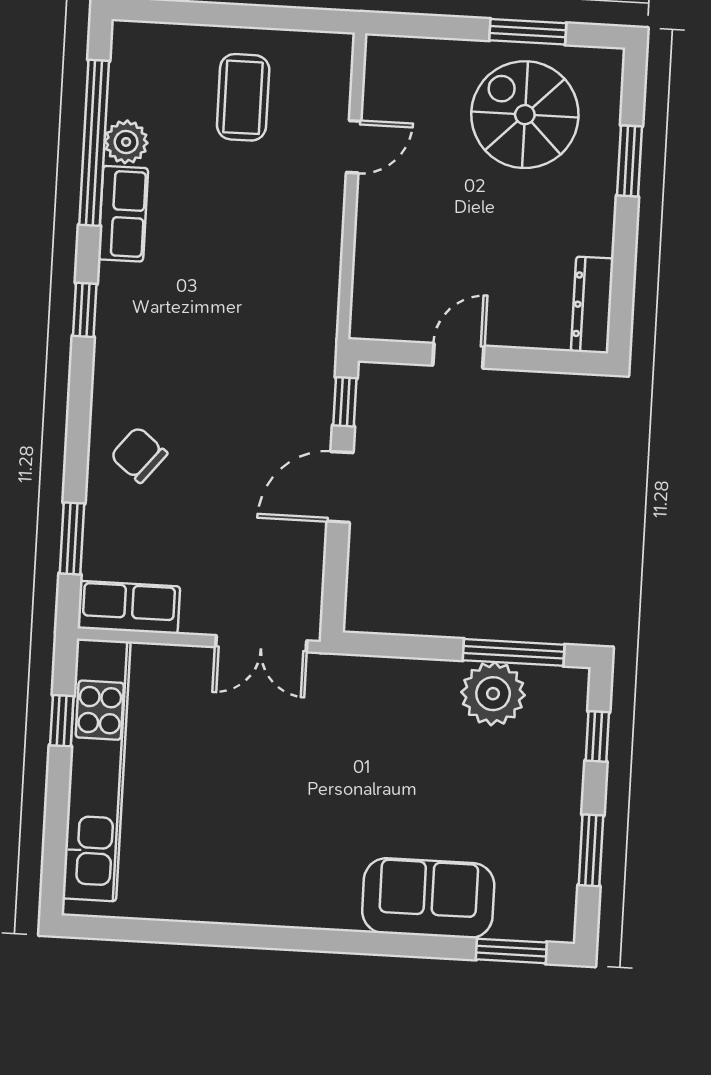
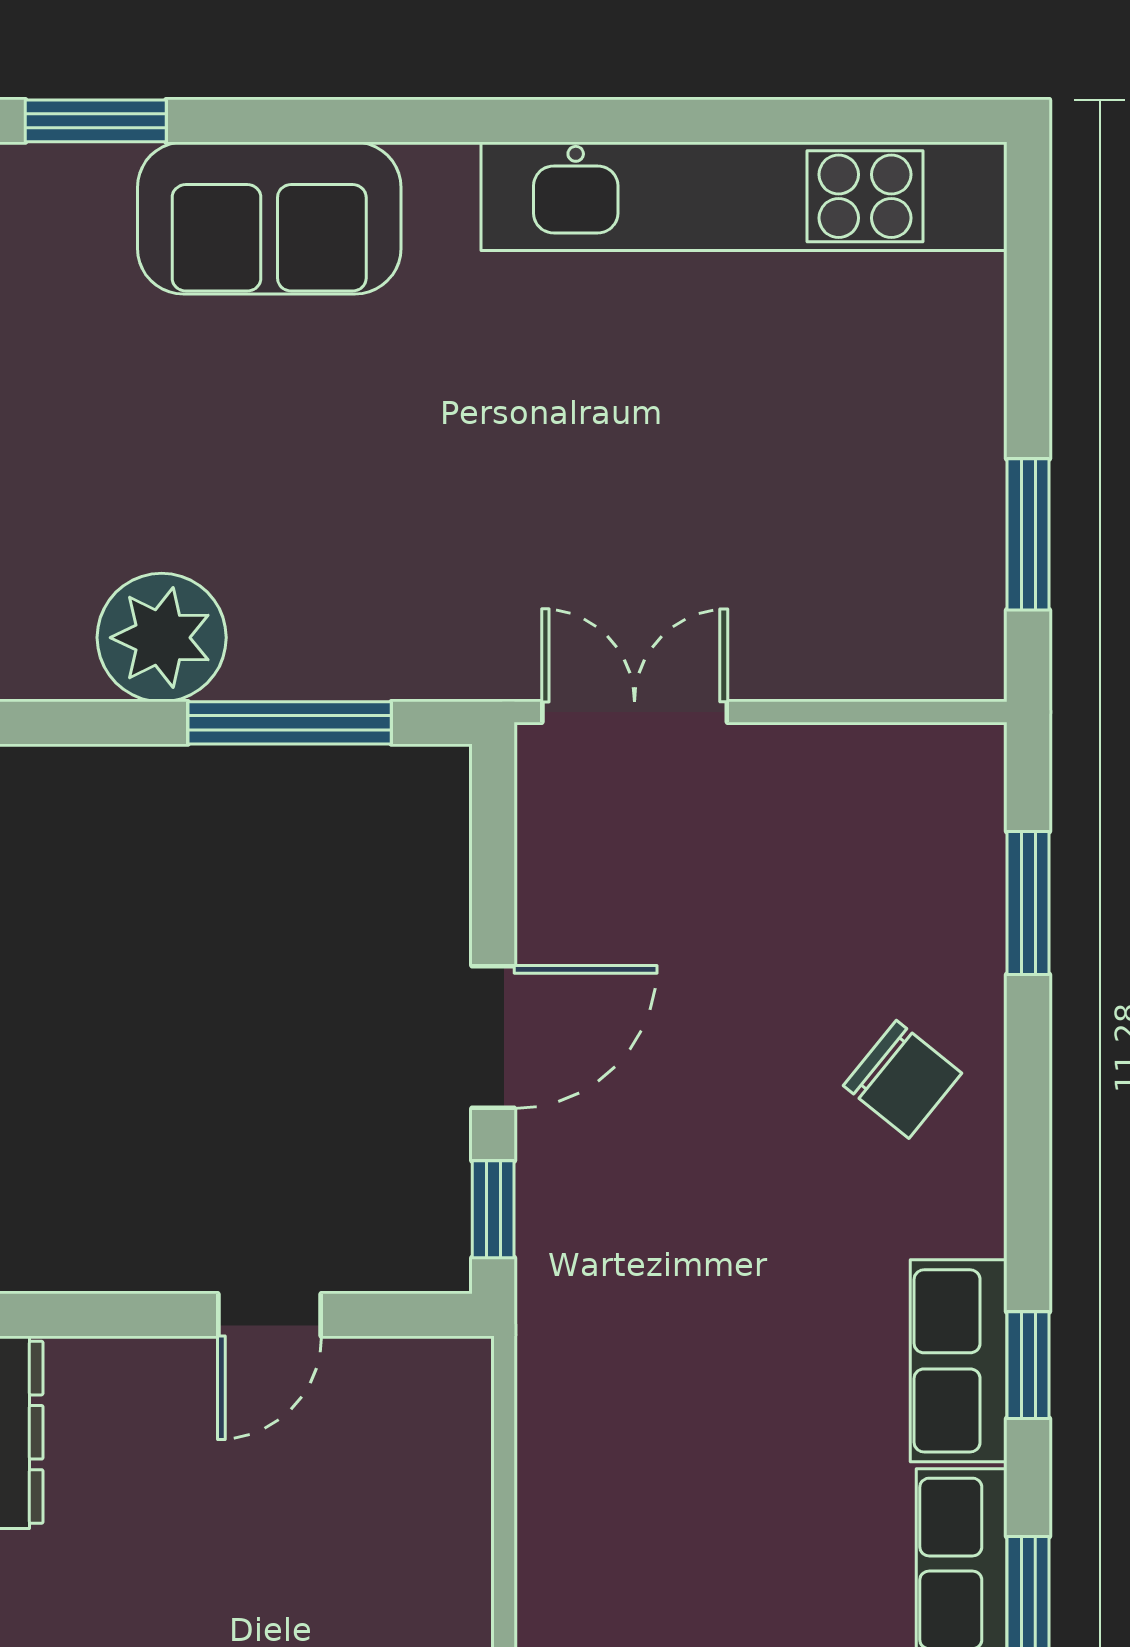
row of seats: (129, 607) -> (959, 1361), moved, turned 90
window: (514, 652) -> (290, 723), moved
window: (62, 721) -> (1028, 534), width x1.50
kitchen unit: (96, 770) -> (744, 196), moved, turned -90

